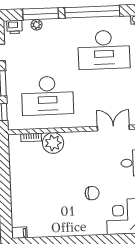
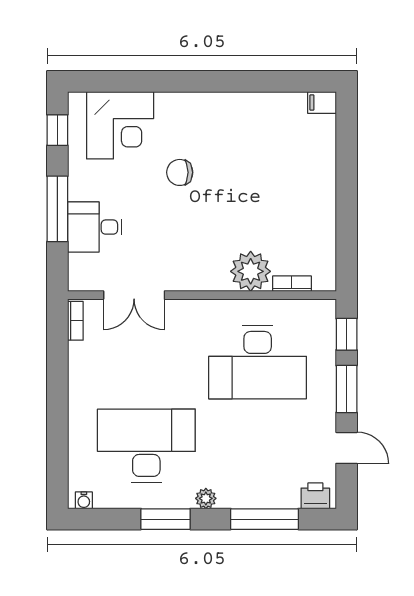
window: (92, 12) -> (166, 519), width x0.47
plant: (37, 25) -> (206, 498), moved
desk: (47, 96) -> (258, 362), turned 180

